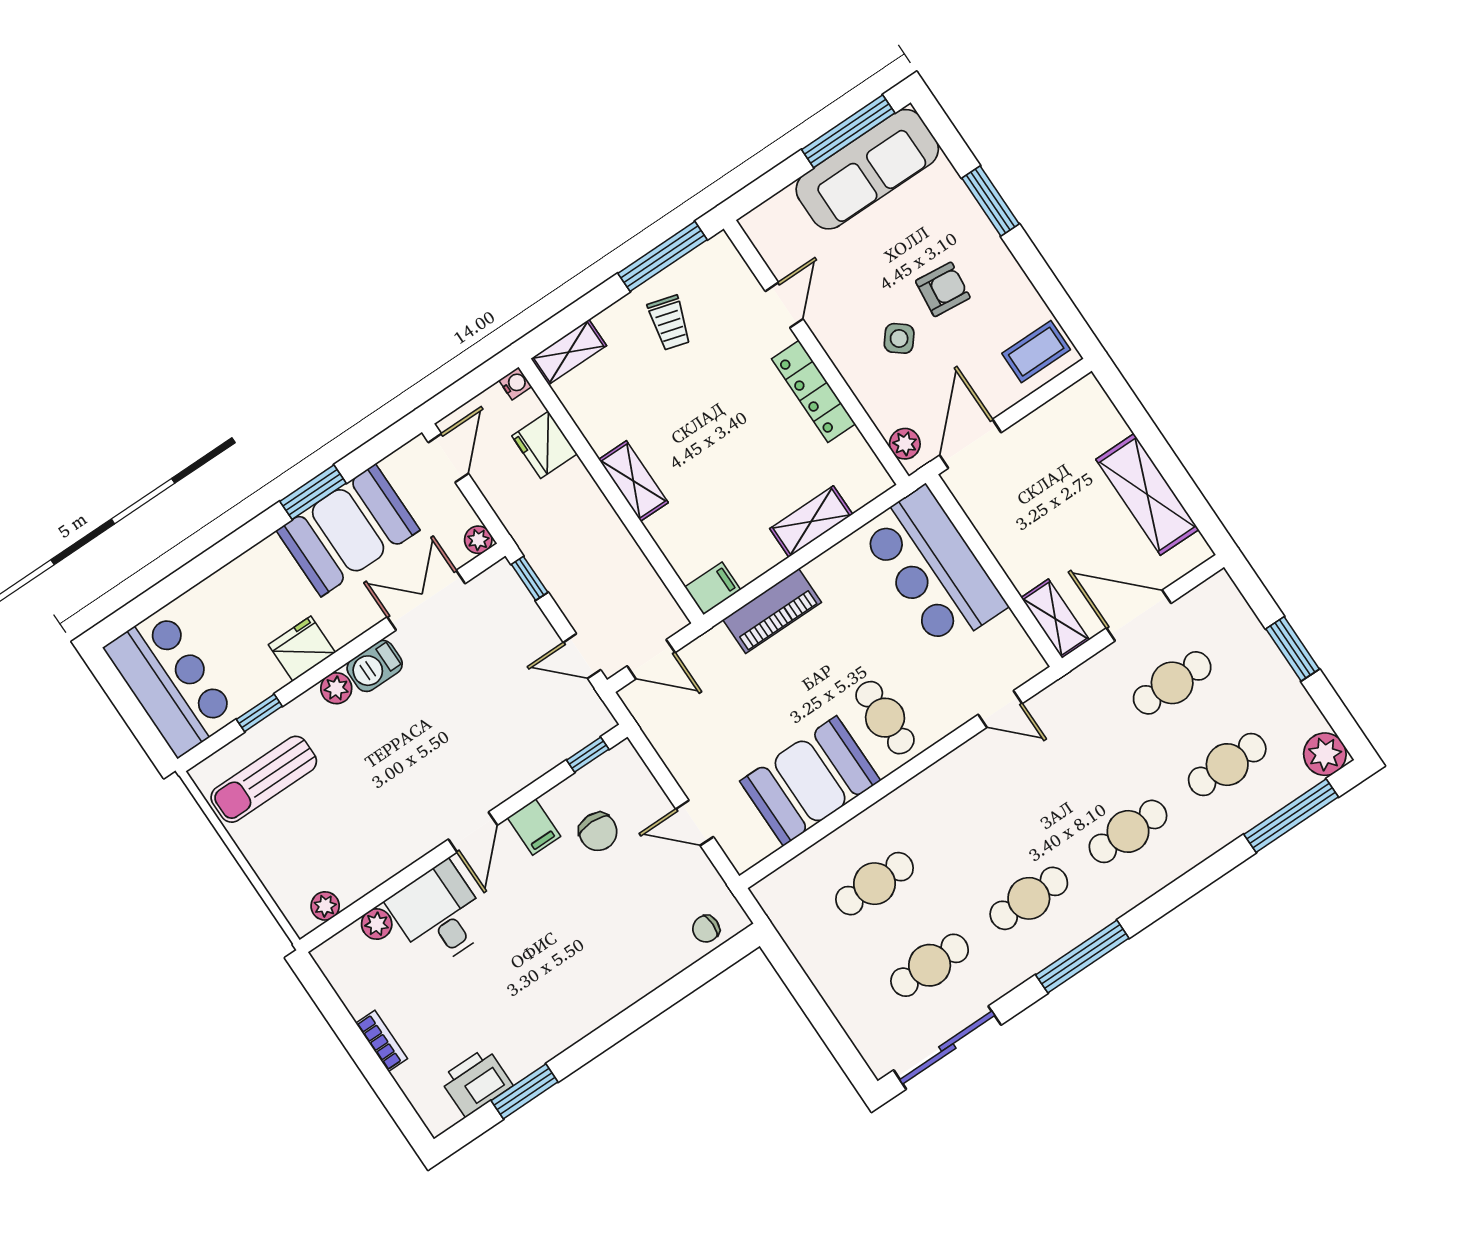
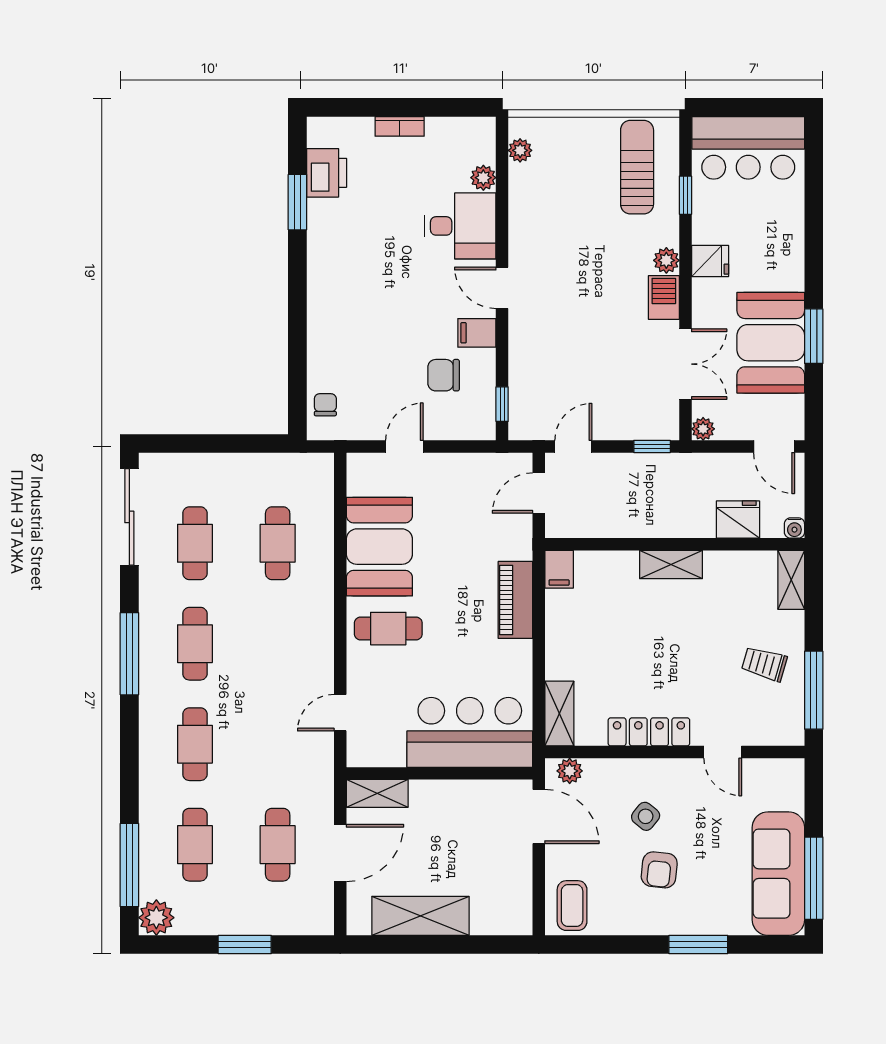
shelving: (811, 522) -> (559, 714), moved
fridge: (302, 649) -> (710, 261), width x0.72

